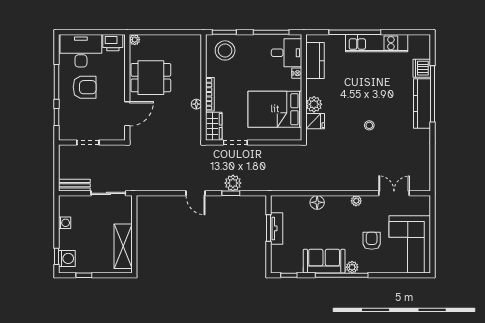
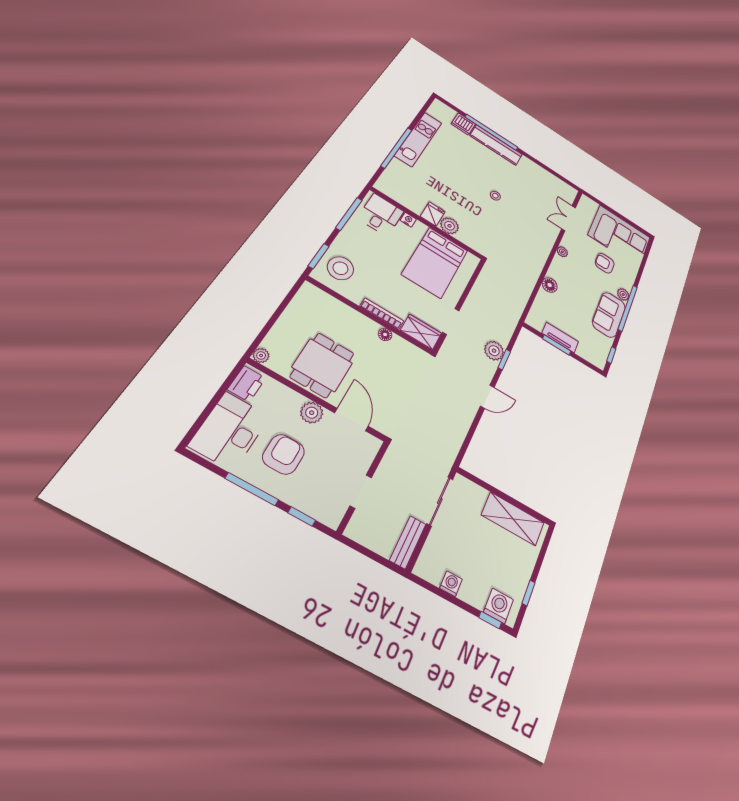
kitchen counter: (315, 61) -> (405, 196), removed
plant: (118, 89) -> (312, 413), added
fridge: (315, 121) -> (433, 214), moved

